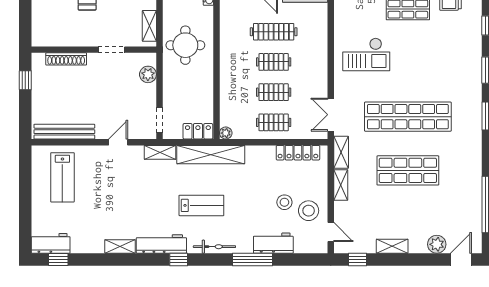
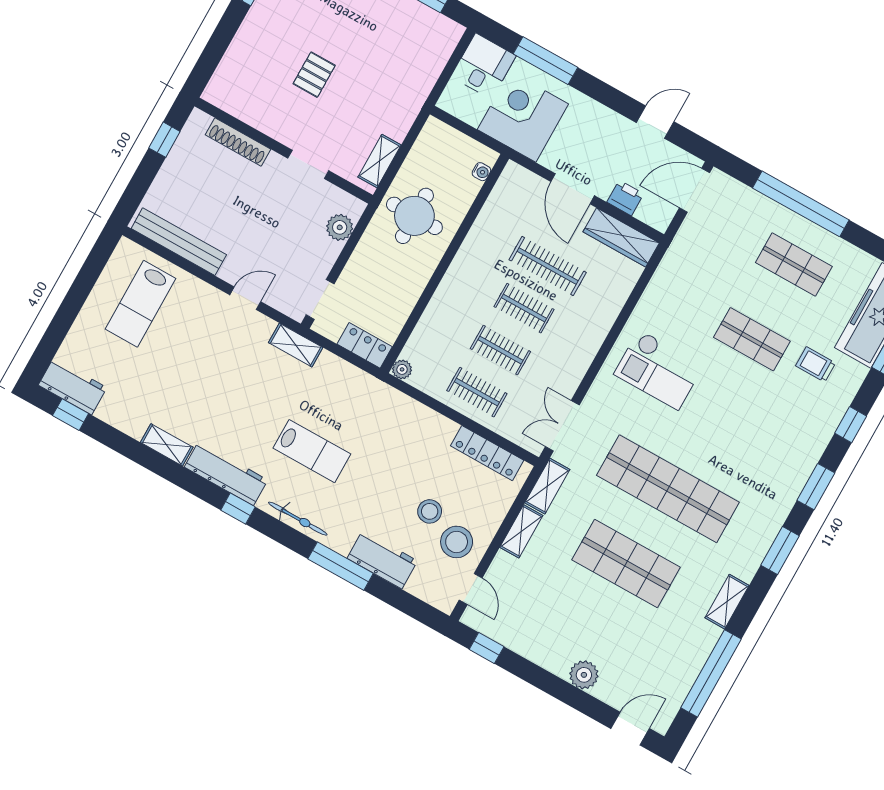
shelving: (211, 155) -> (364, 388), removed
plant: (437, 244) -> (584, 675), moved
shelving: (392, 246) -> (727, 602), moved, turned 90

